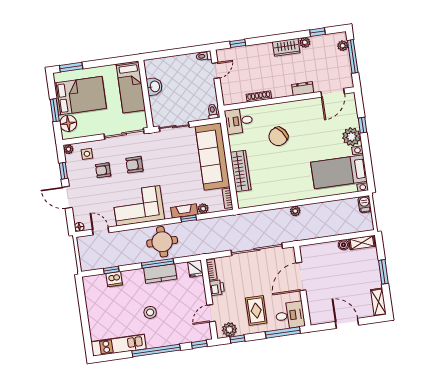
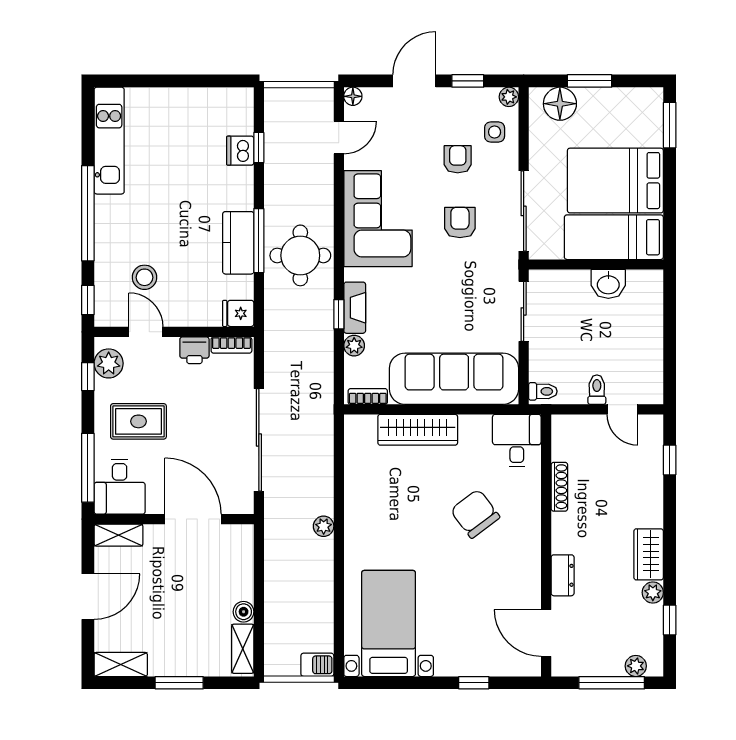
toilet: (204, 56) -> (597, 390), moved
bed: (80, 96) -> (615, 181), moved, turned 90
plant: (352, 137) -> (454, 658), removed
stool: (150, 312) -> (145, 277), moved
shelving: (314, 312) -> (118, 535), added

